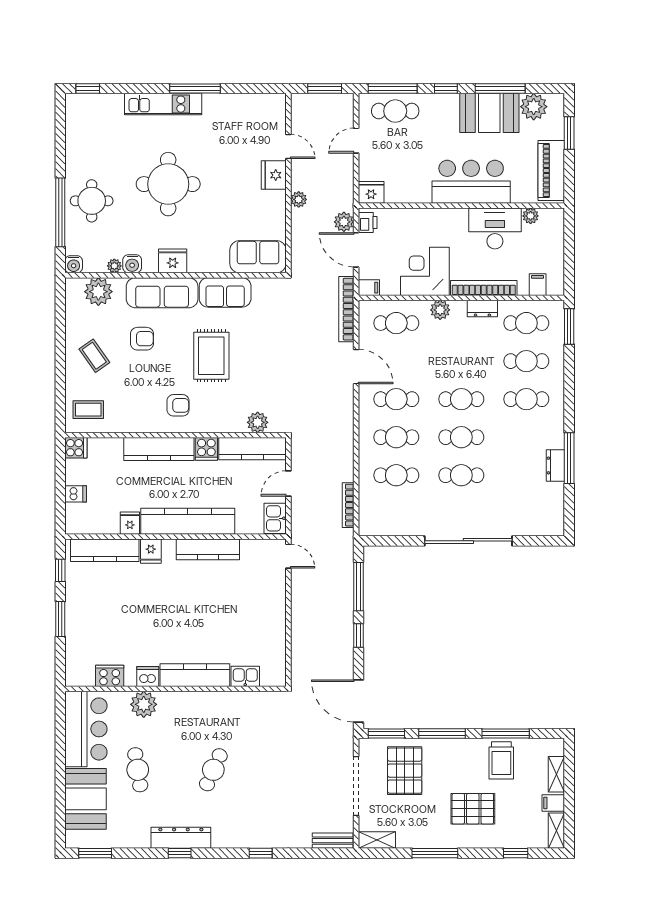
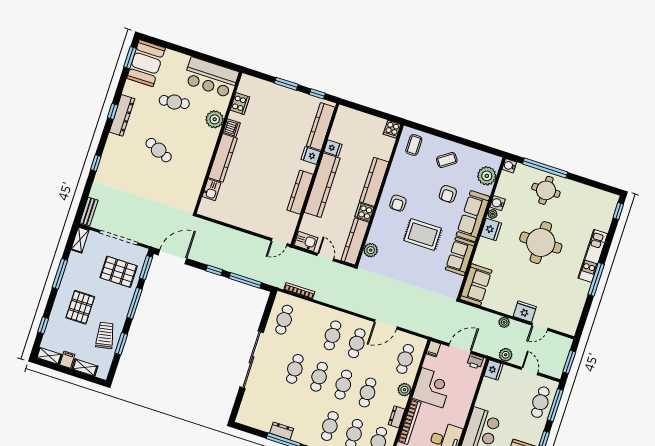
plant: (344, 222) -> (506, 355), moved
plant: (114, 266) -> (492, 214), moved
bookcase: (346, 309) -> (424, 330), removed
cafe table: (461, 361) -> (367, 392), added
cafe table: (396, 475) -> (284, 320), moved
dishwasher: (76, 494) -> (363, 120), removed
window: (506, 733) -> (121, 344), width x0.69
trolley: (501, 760) -> (105, 335), turned 79
booth: (85, 799) -> (146, 63), moved, turned 90

